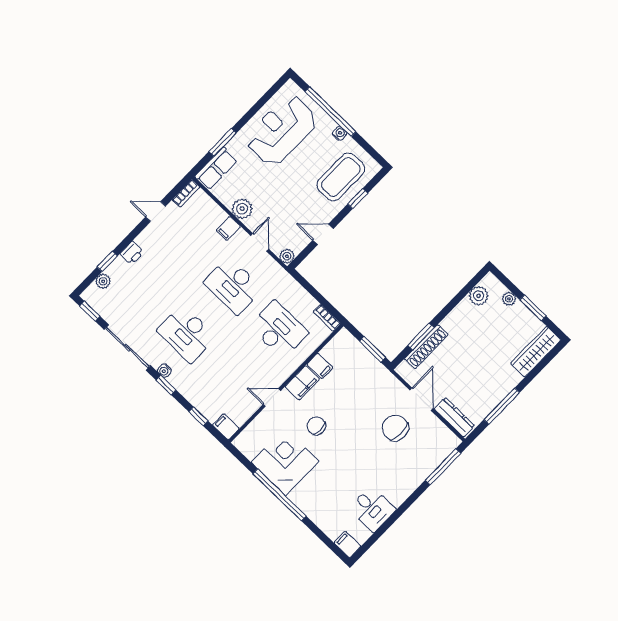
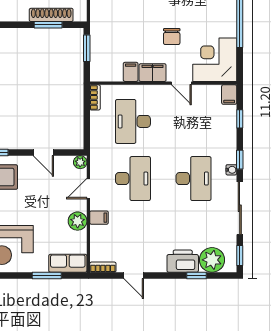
printer: (132, 253) -> (183, 261), width x1.87, depth x1.48
plant: (103, 281) -> (212, 260), width x1.88, depth x1.88
corner desk: (285, 462) -> (215, 60), moved, turned 90

